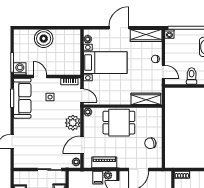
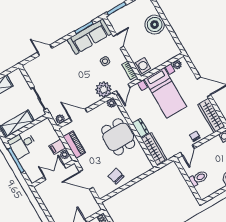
washing machine: (20, 69) -> (142, 66), moved
dresser: (122, 100) -> (140, 128), added
plant: (73, 123) -> (104, 89), moved

